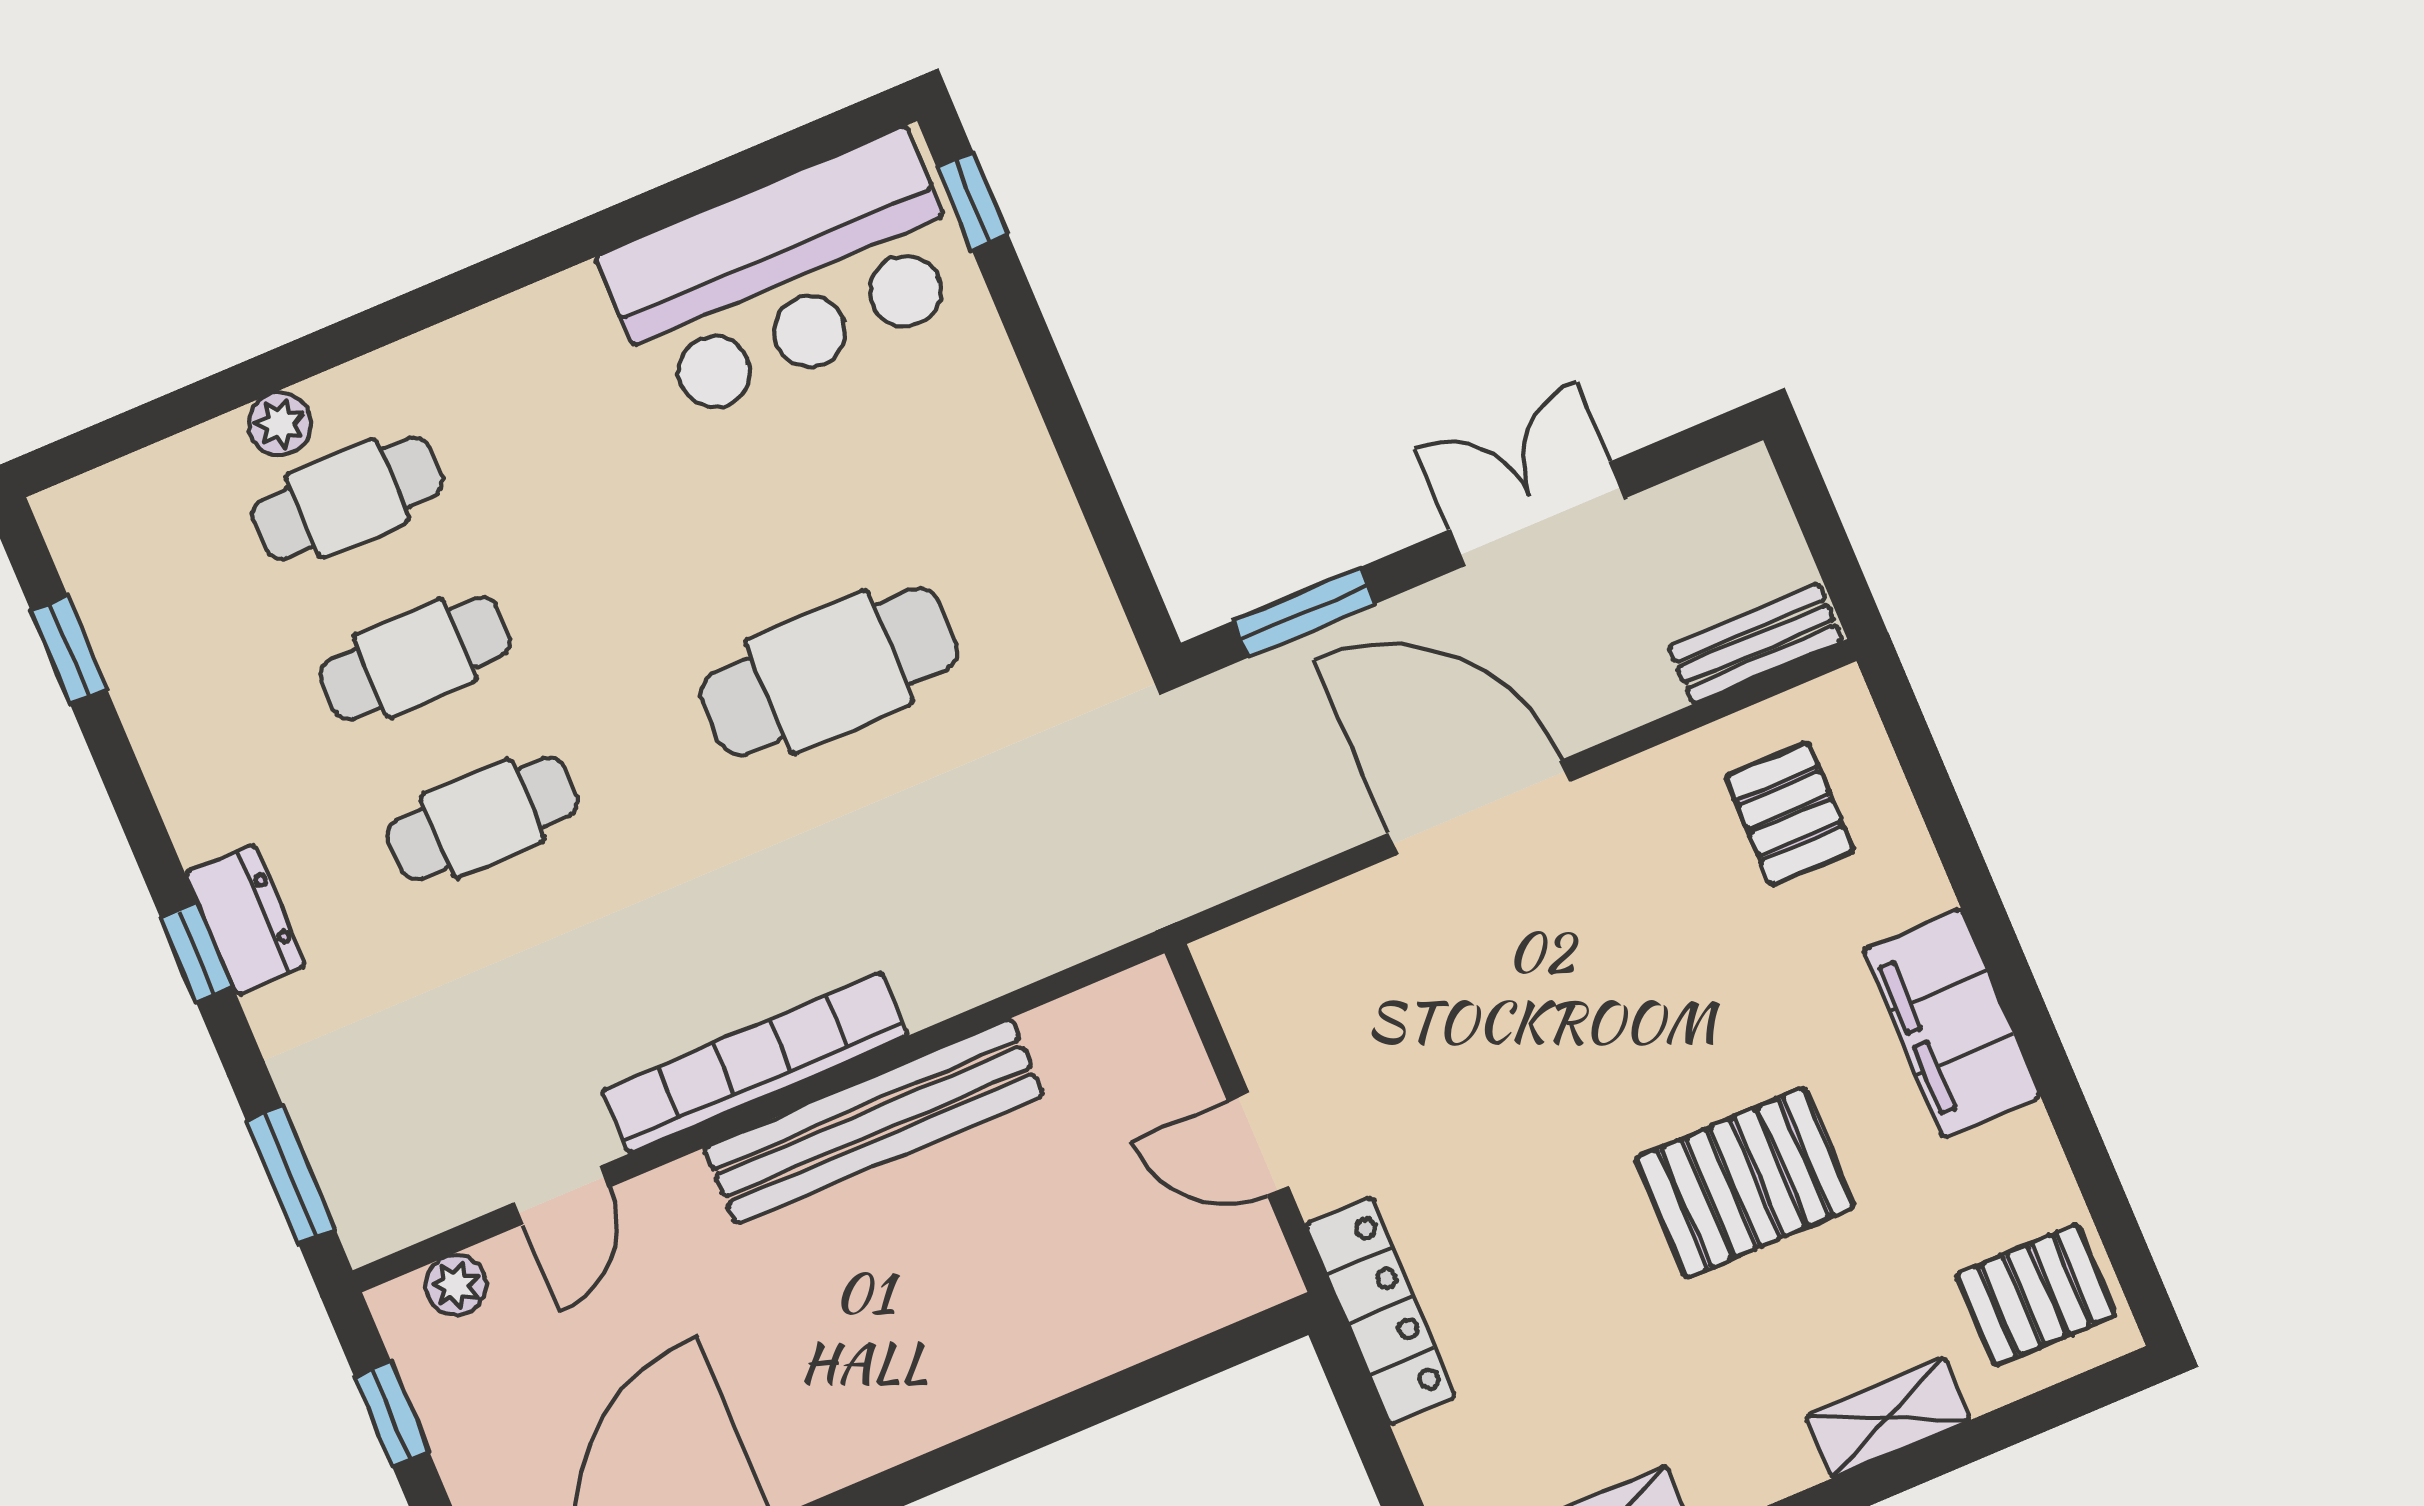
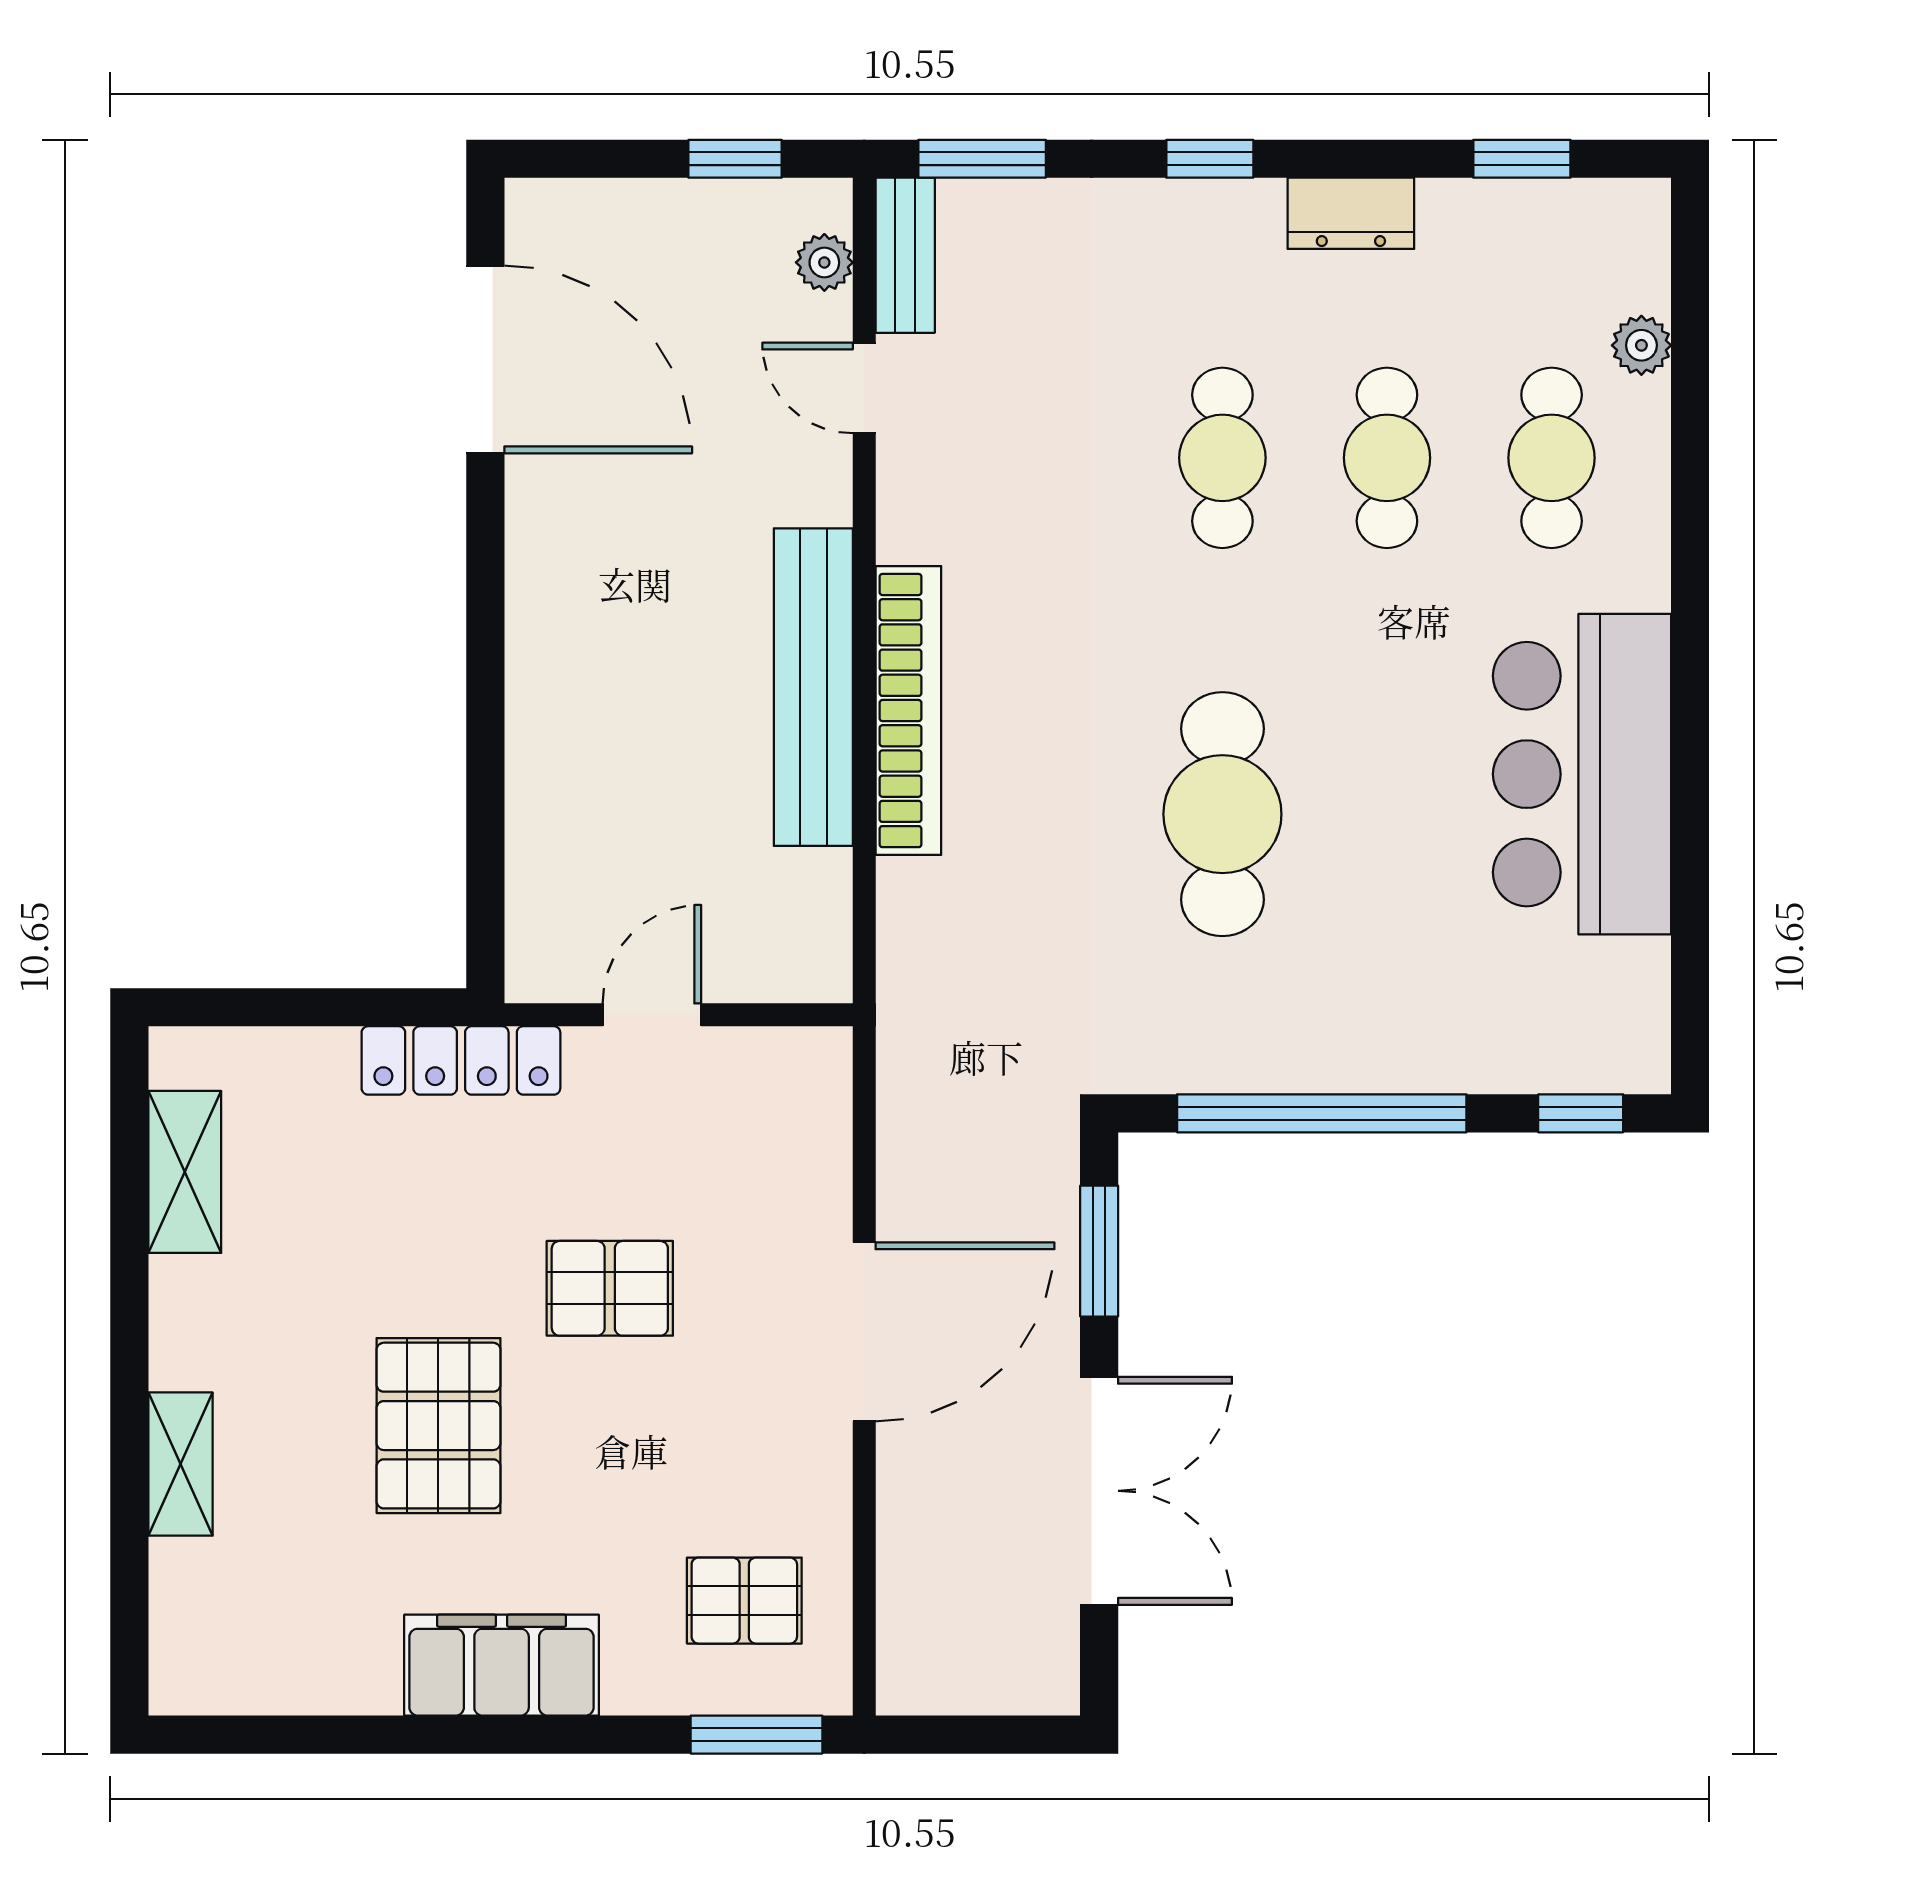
bar counter: (787, 278) -> (1582, 774), moved
plant: (280, 424) -> (1641, 345), moved
window: (1079, 452) -> (1322, 1113), added
double door: (1537, 514) -> (1099, 1491), width x1.37
bench: (1756, 644) -> (905, 255), moved
window: (1915, 747) -> (757, 1735), added
dresser: (245, 920) -> (1351, 213), moved
bookcase: (755, 1063) -> (908, 711), moved
pallet: (2036, 1295) -> (610, 1288), moved, turned 90

